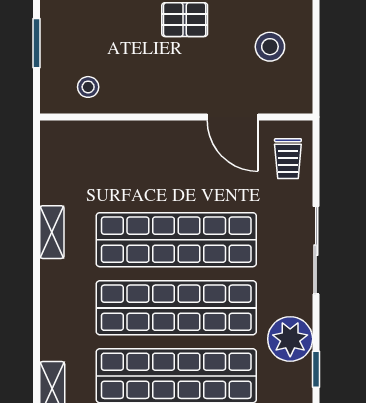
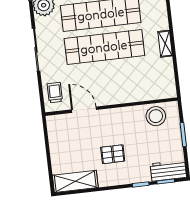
stool: (270, 47) -> (70, 146), removed
stool: (88, 87) -> (156, 116), width x1.89, depth x1.89

